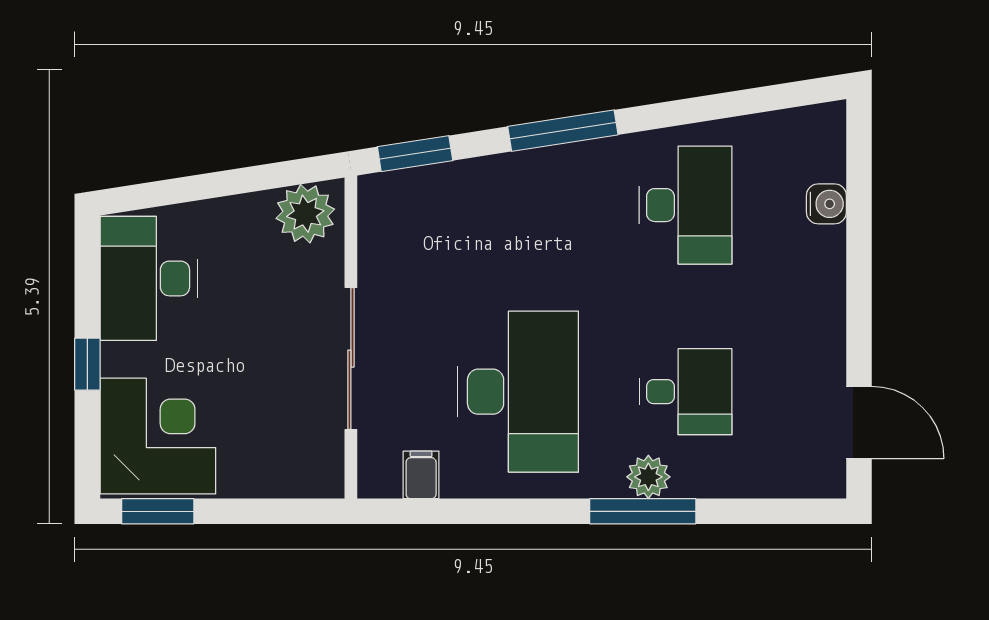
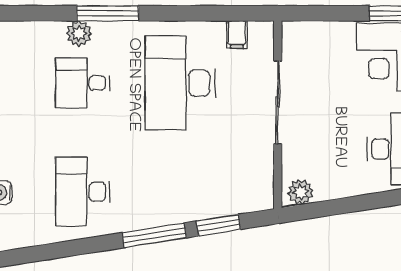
window: (415, 154) -> (218, 225), moved
plant: (305, 214) -> (300, 192), width x0.73, depth x0.73
plant: (648, 477) -> (79, 33), moved

